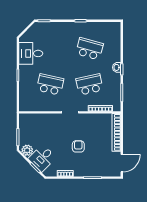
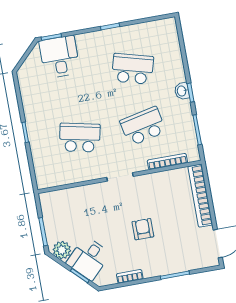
desk: (31, 53) -> (60, 57), moved, turned 90

